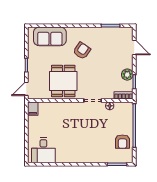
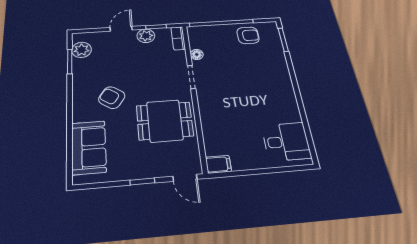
plant: (119, 33) -> (82, 50), added
door: (134, 48) -> (121, 29), moved

